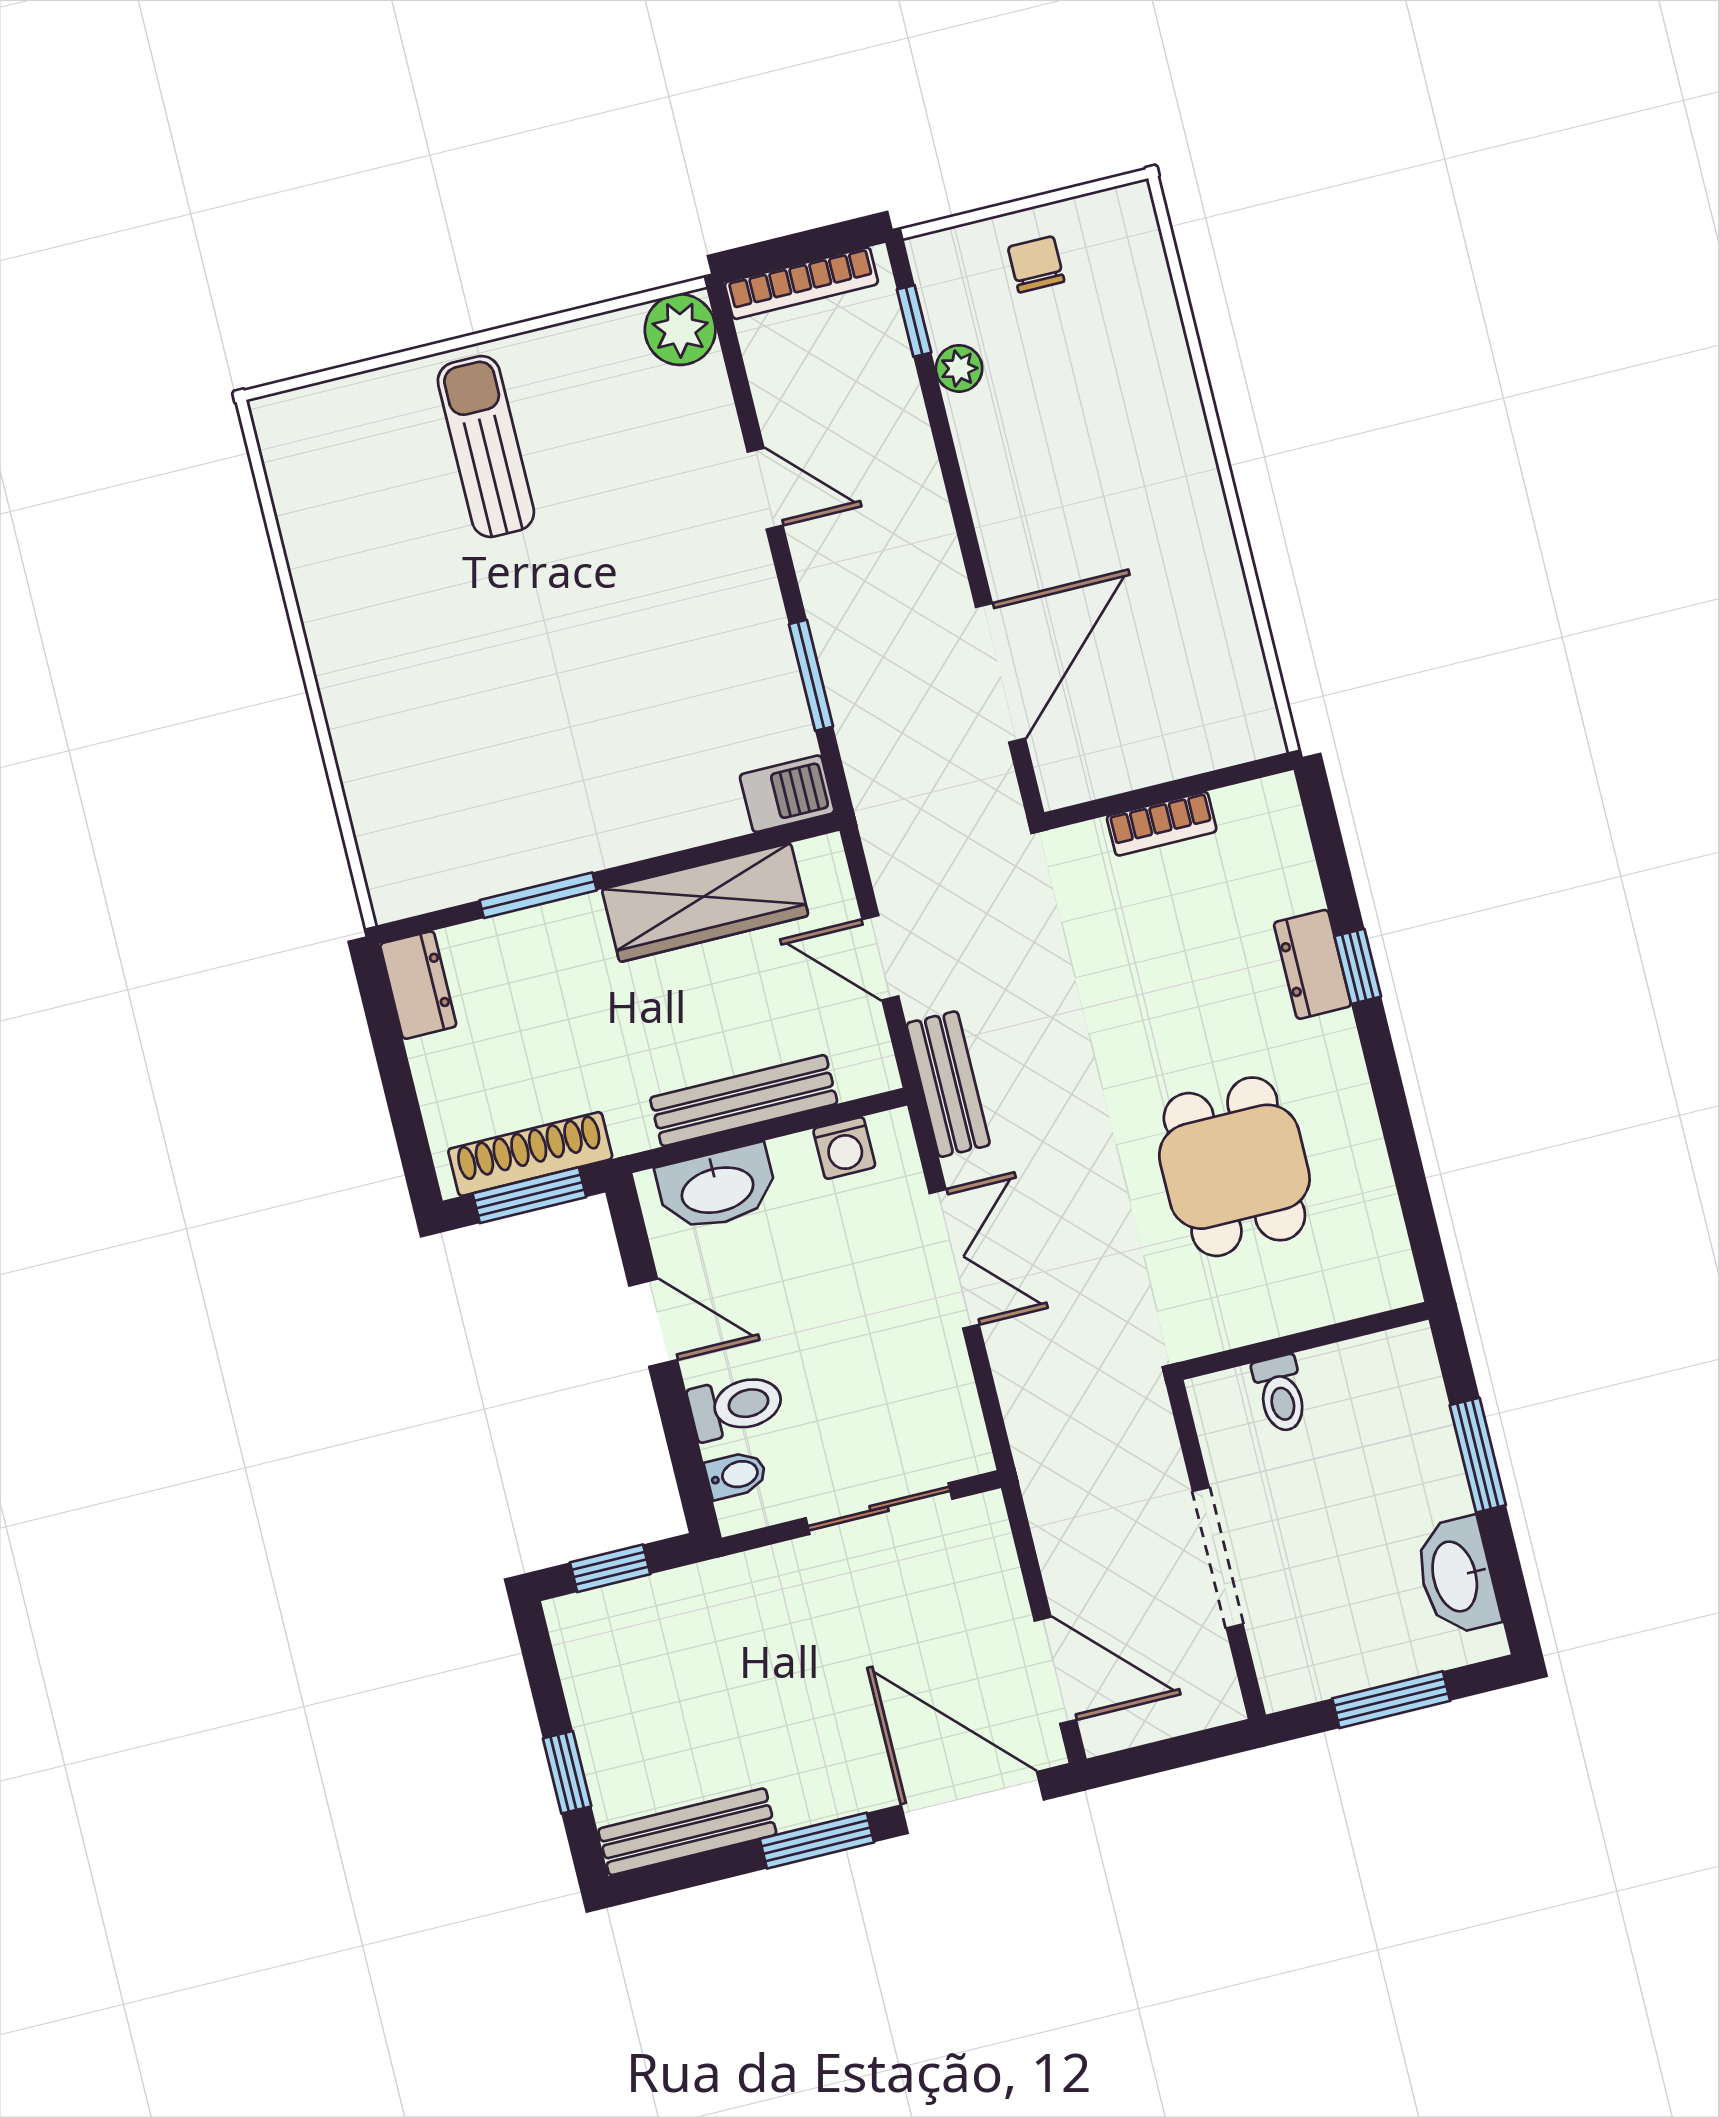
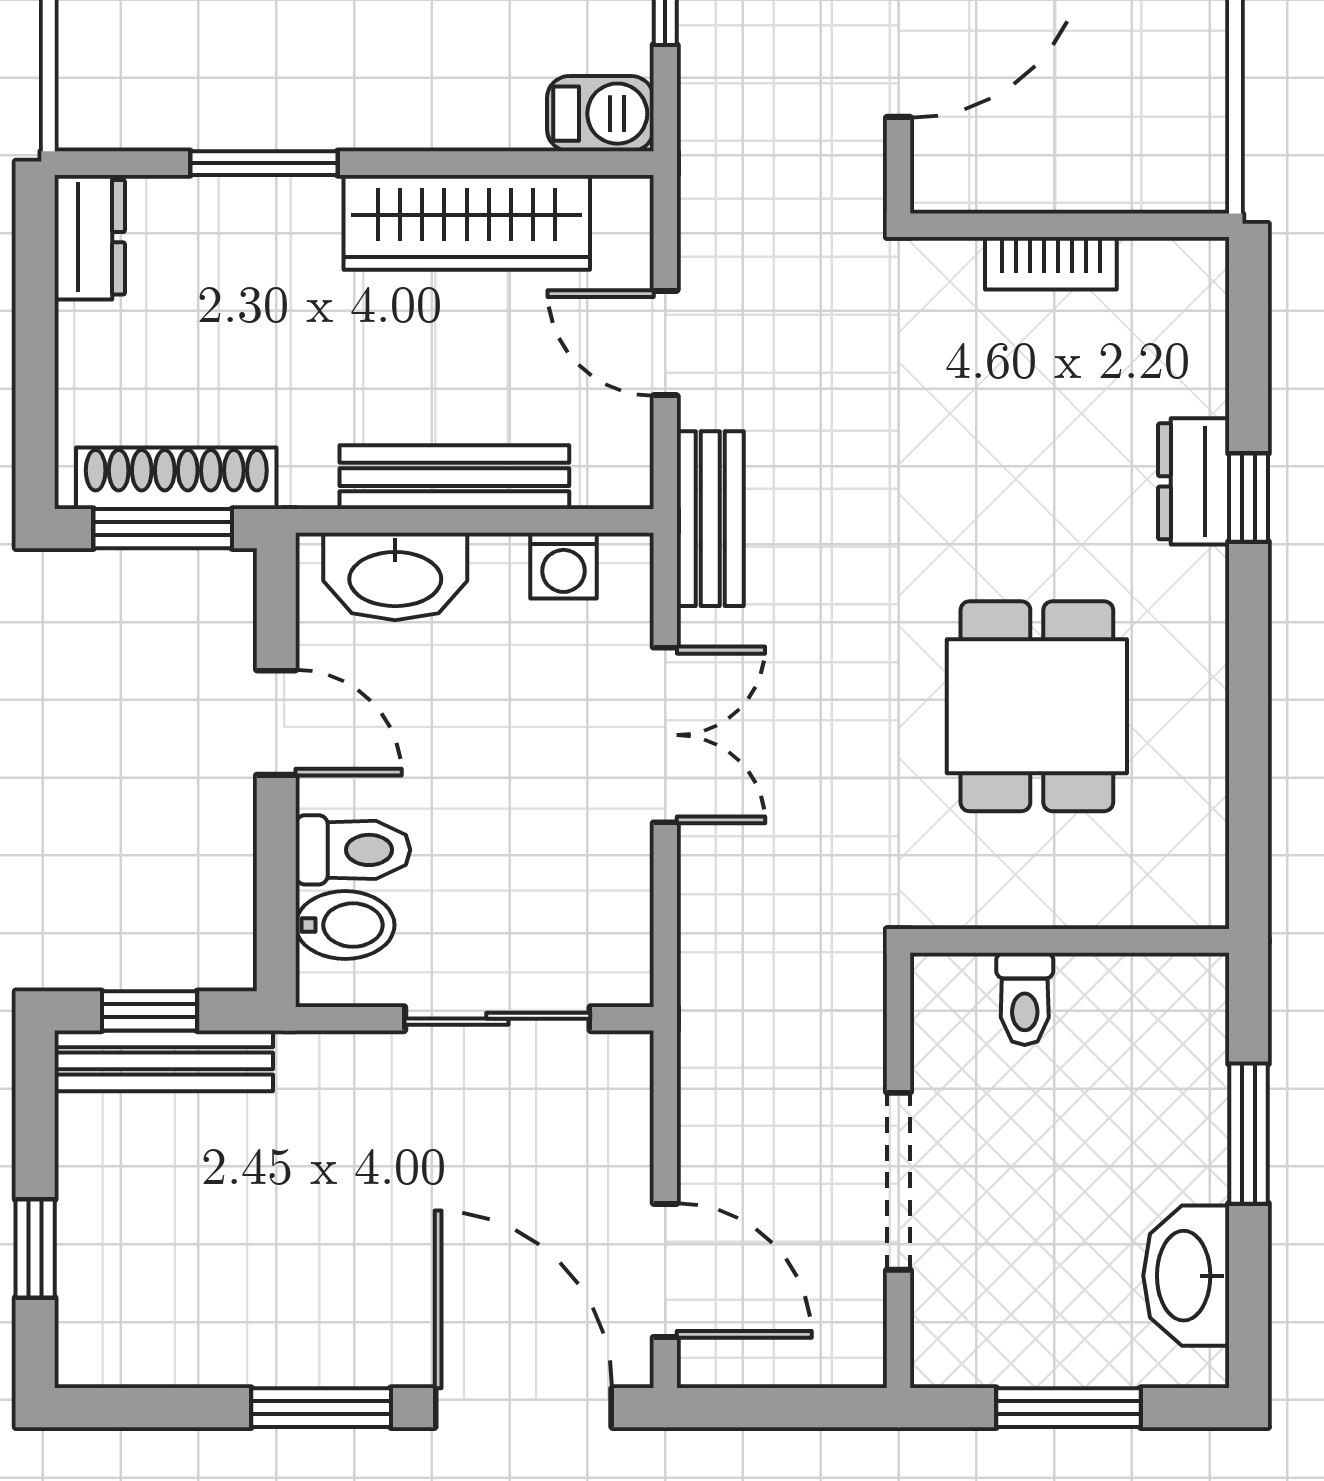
bidet: (736, 1475) -> (345, 925), width x1.38, depth x1.36
bench: (687, 1832) -> (164, 1061), moved

